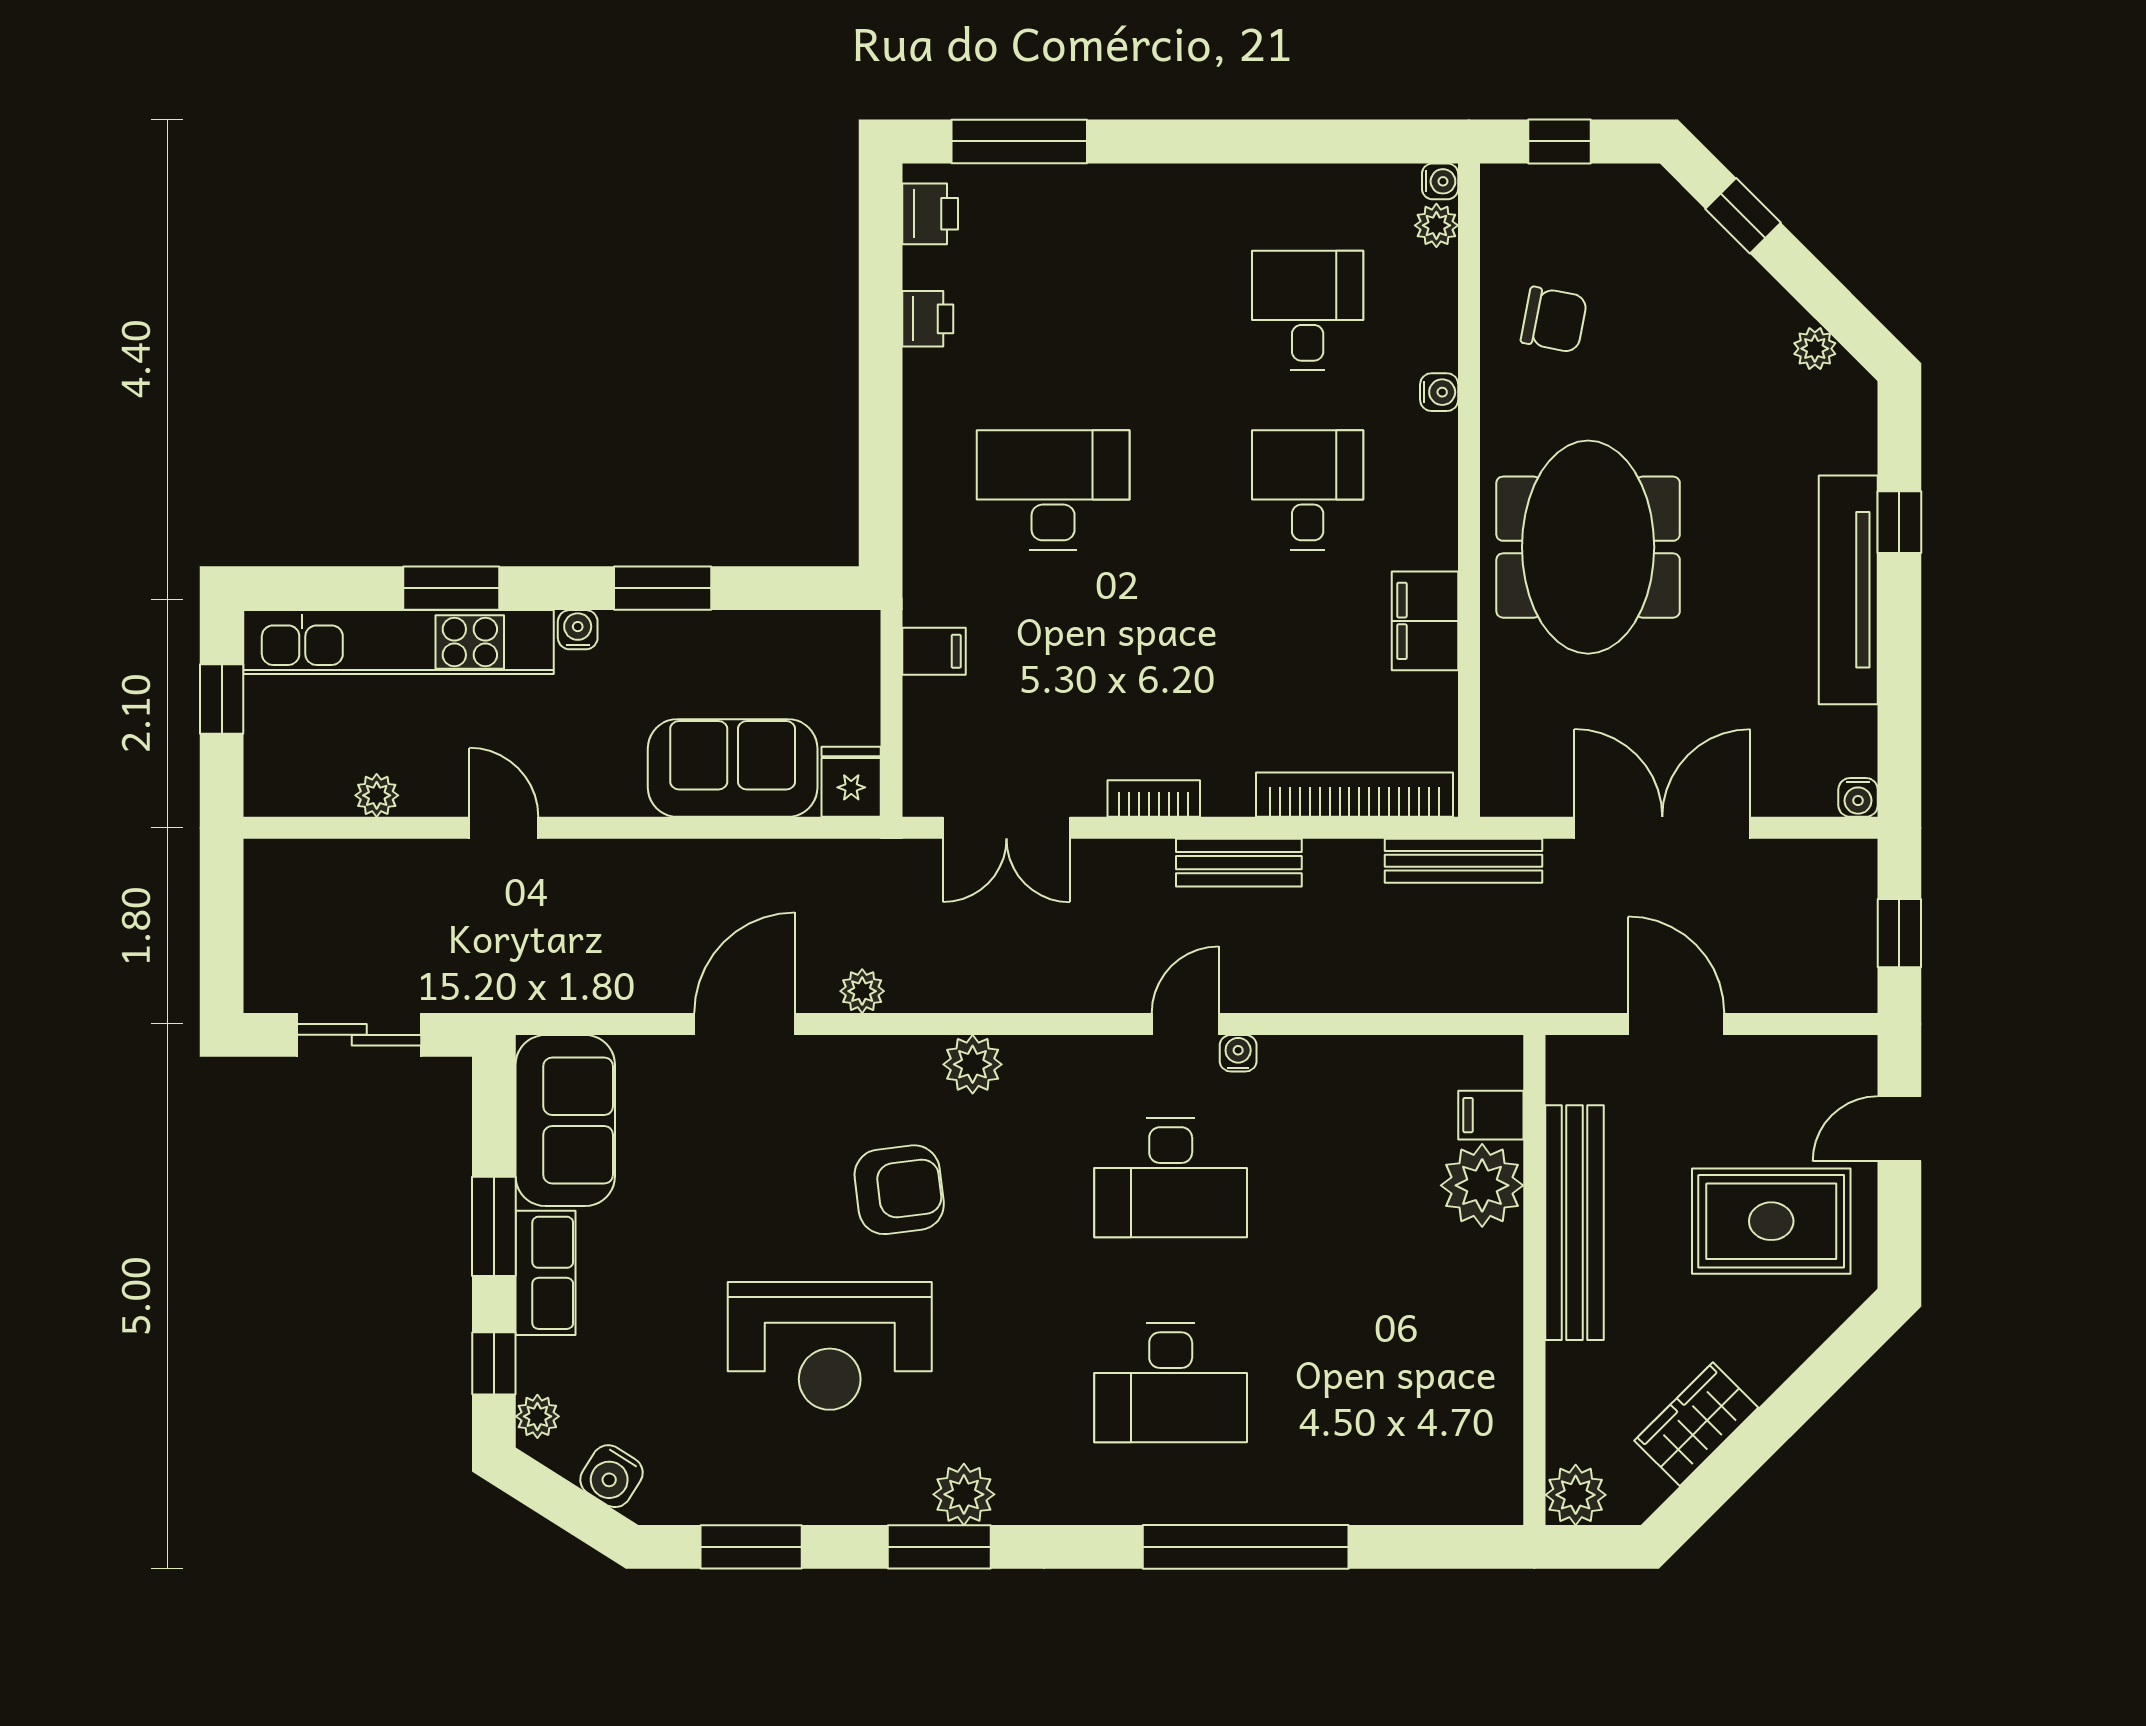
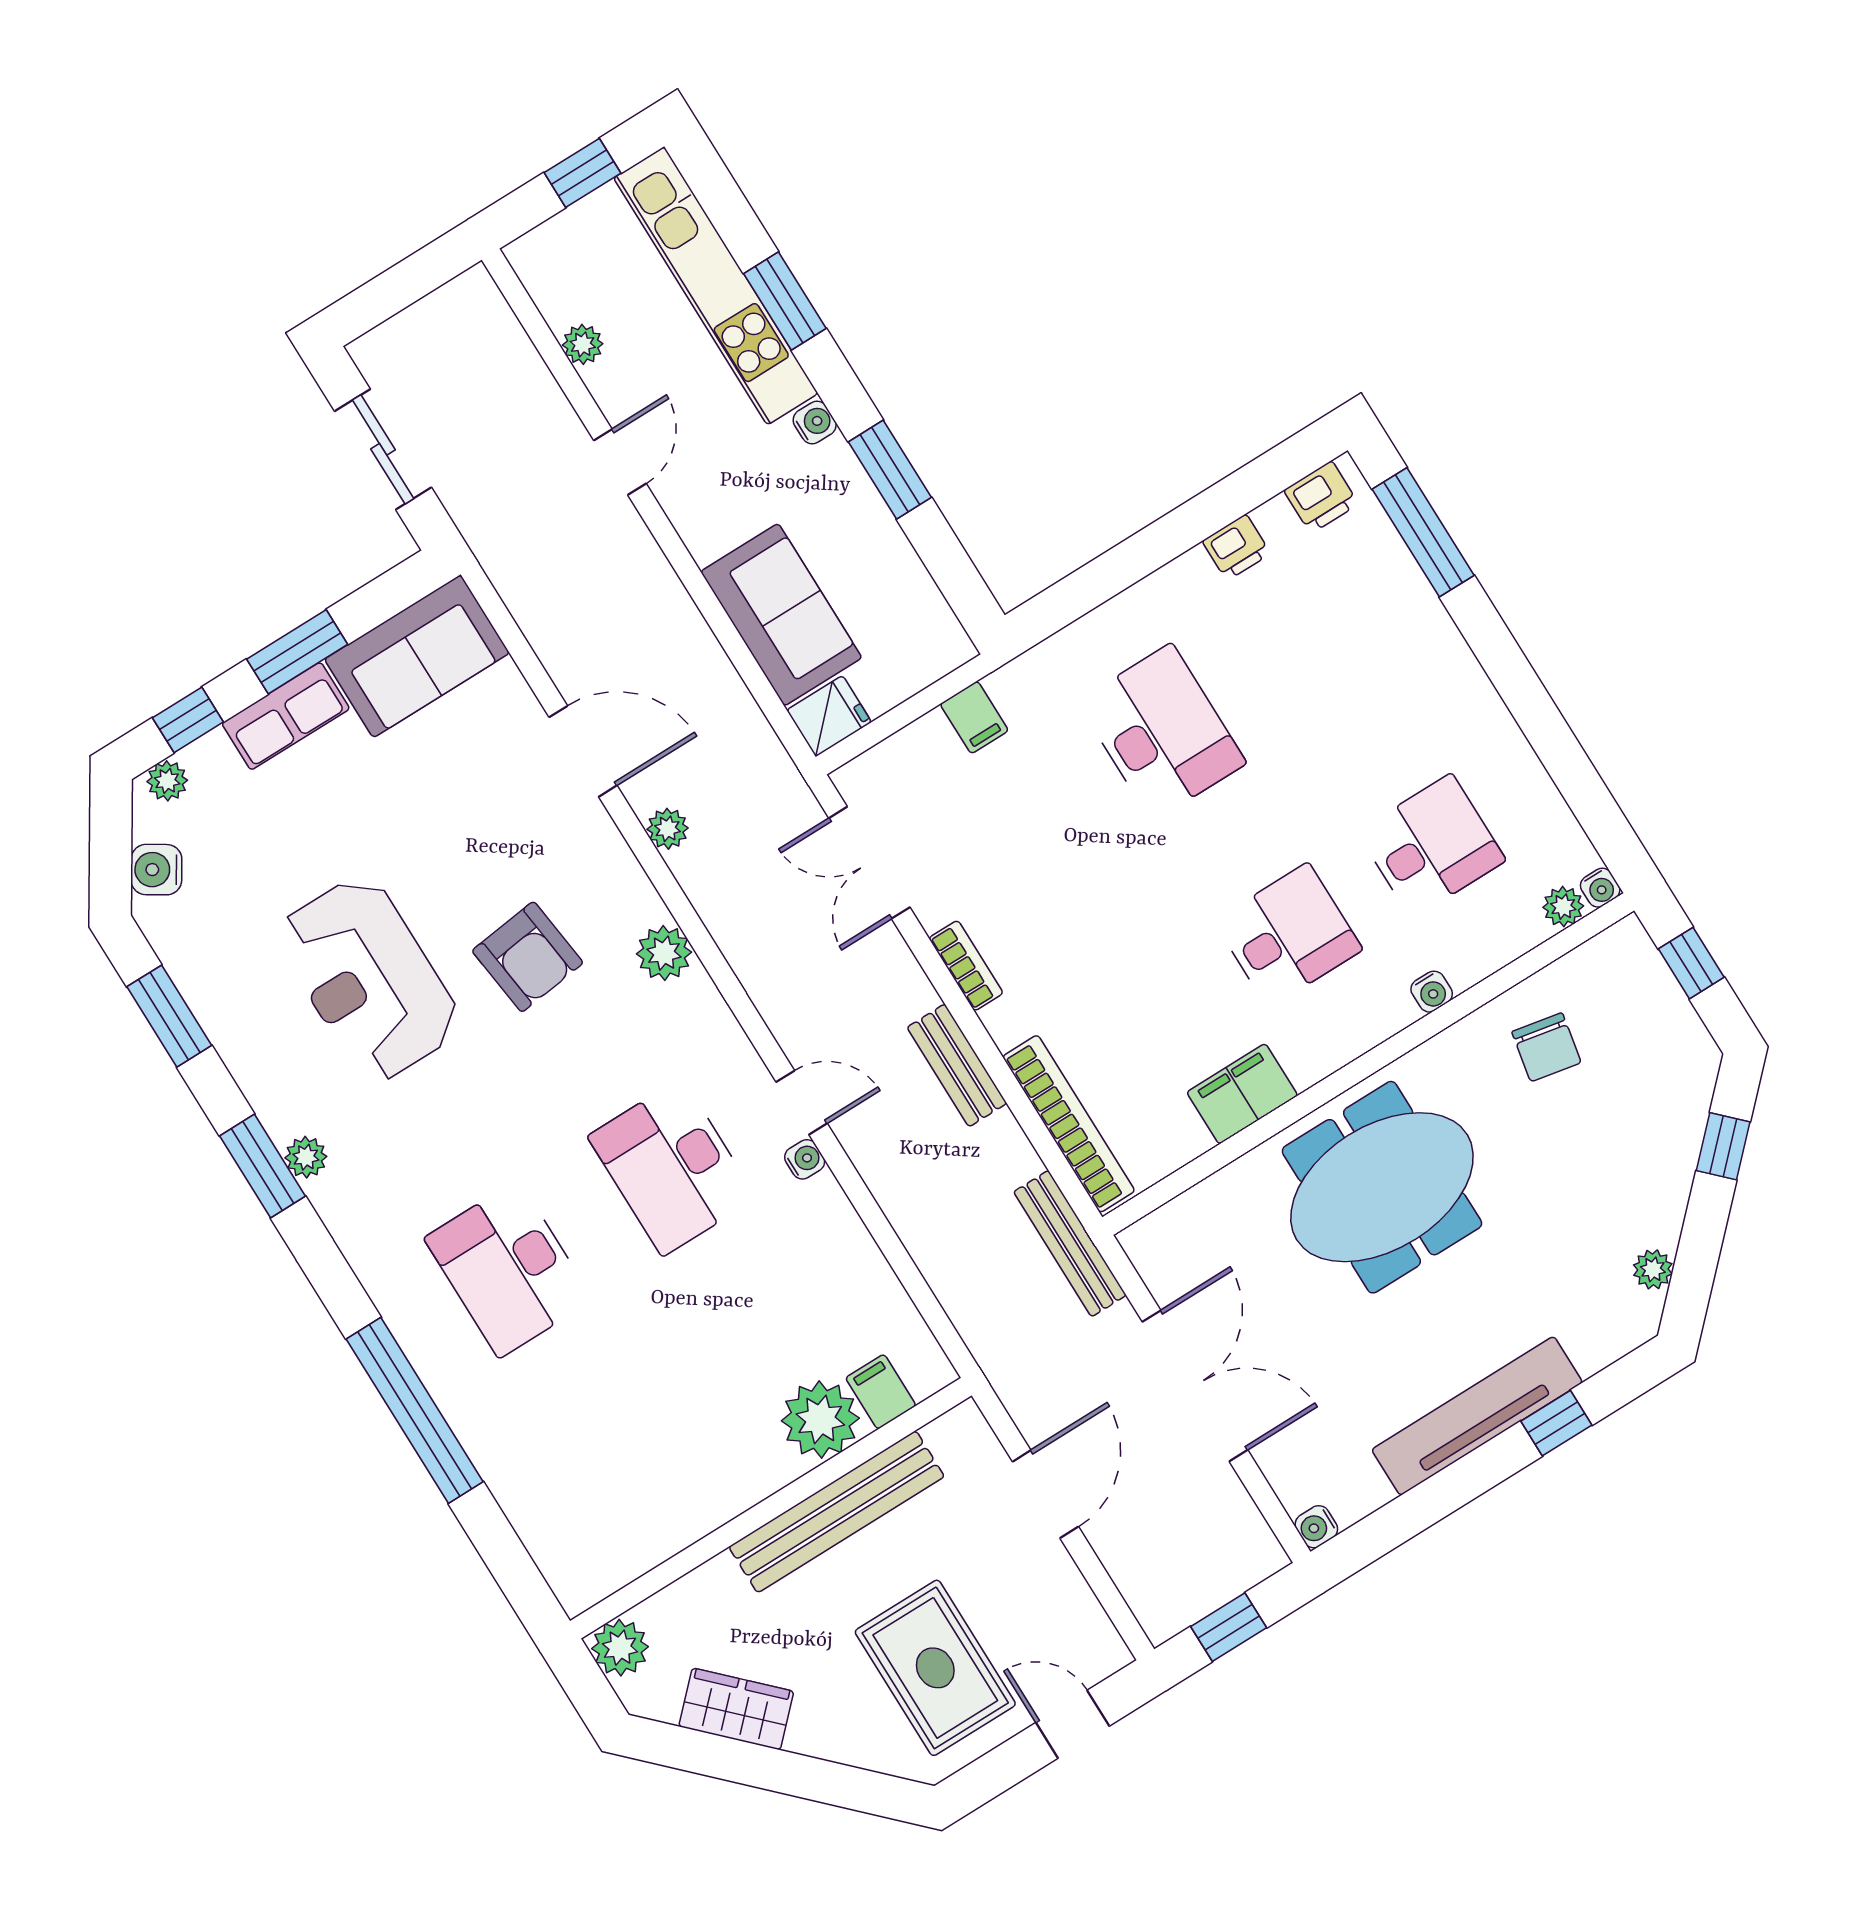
plant: (964, 1494) -> (306, 1157), width x0.73, depth x0.73

